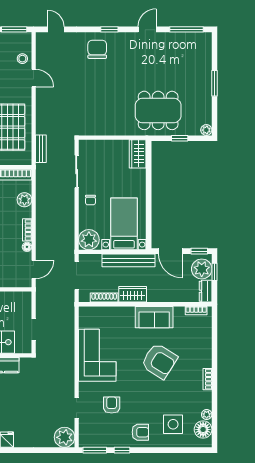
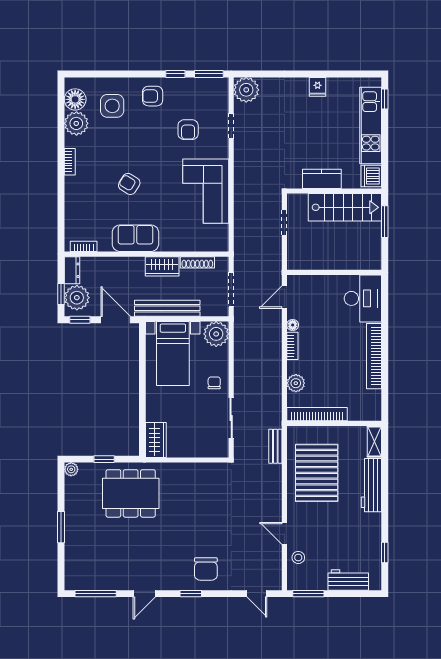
armchair: (159, 361) -> (129, 184), width x0.53, depth x0.53
plant: (207, 415) -> (76, 123), width x1.87, depth x1.87

